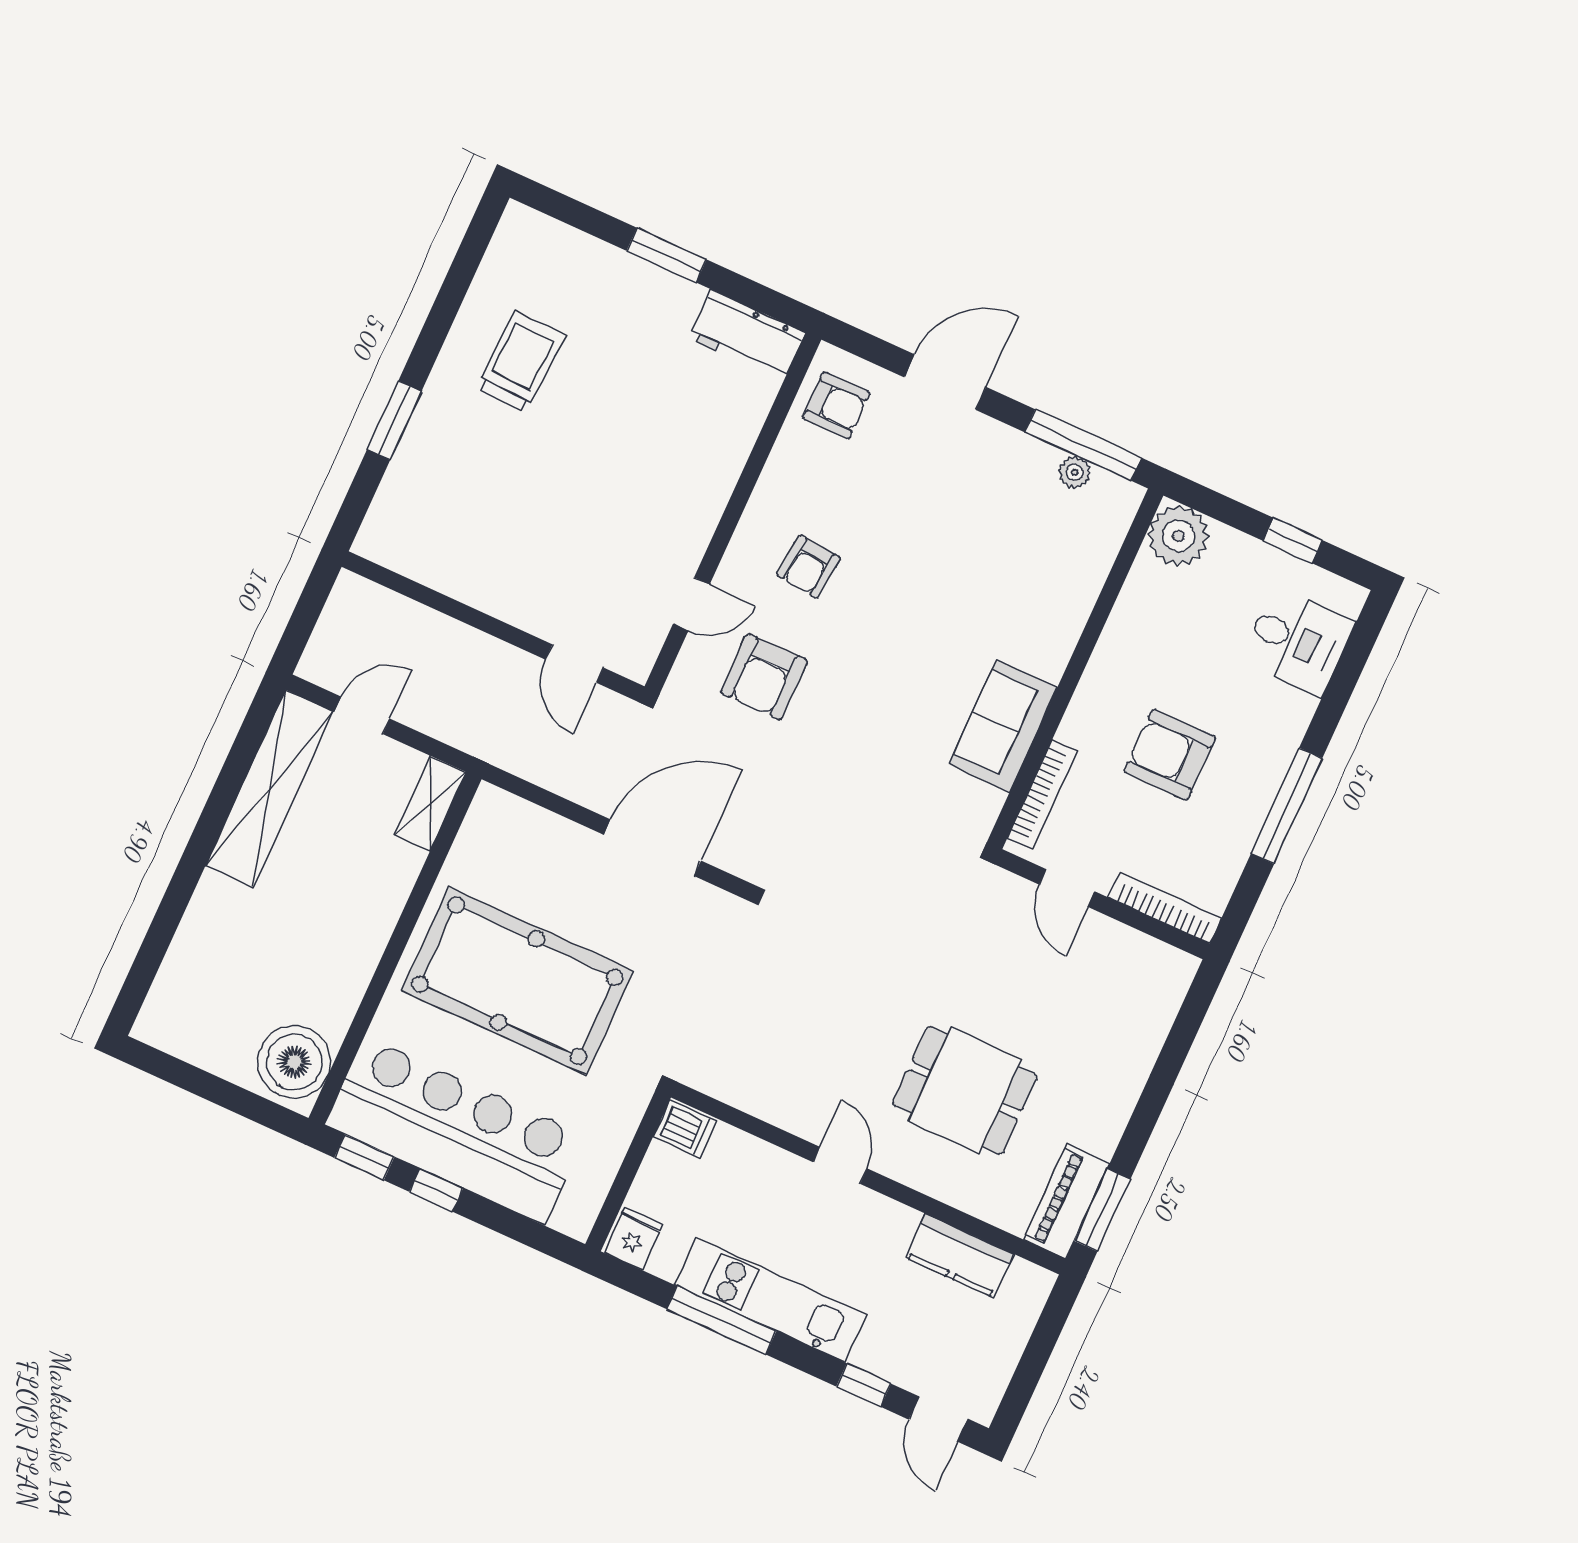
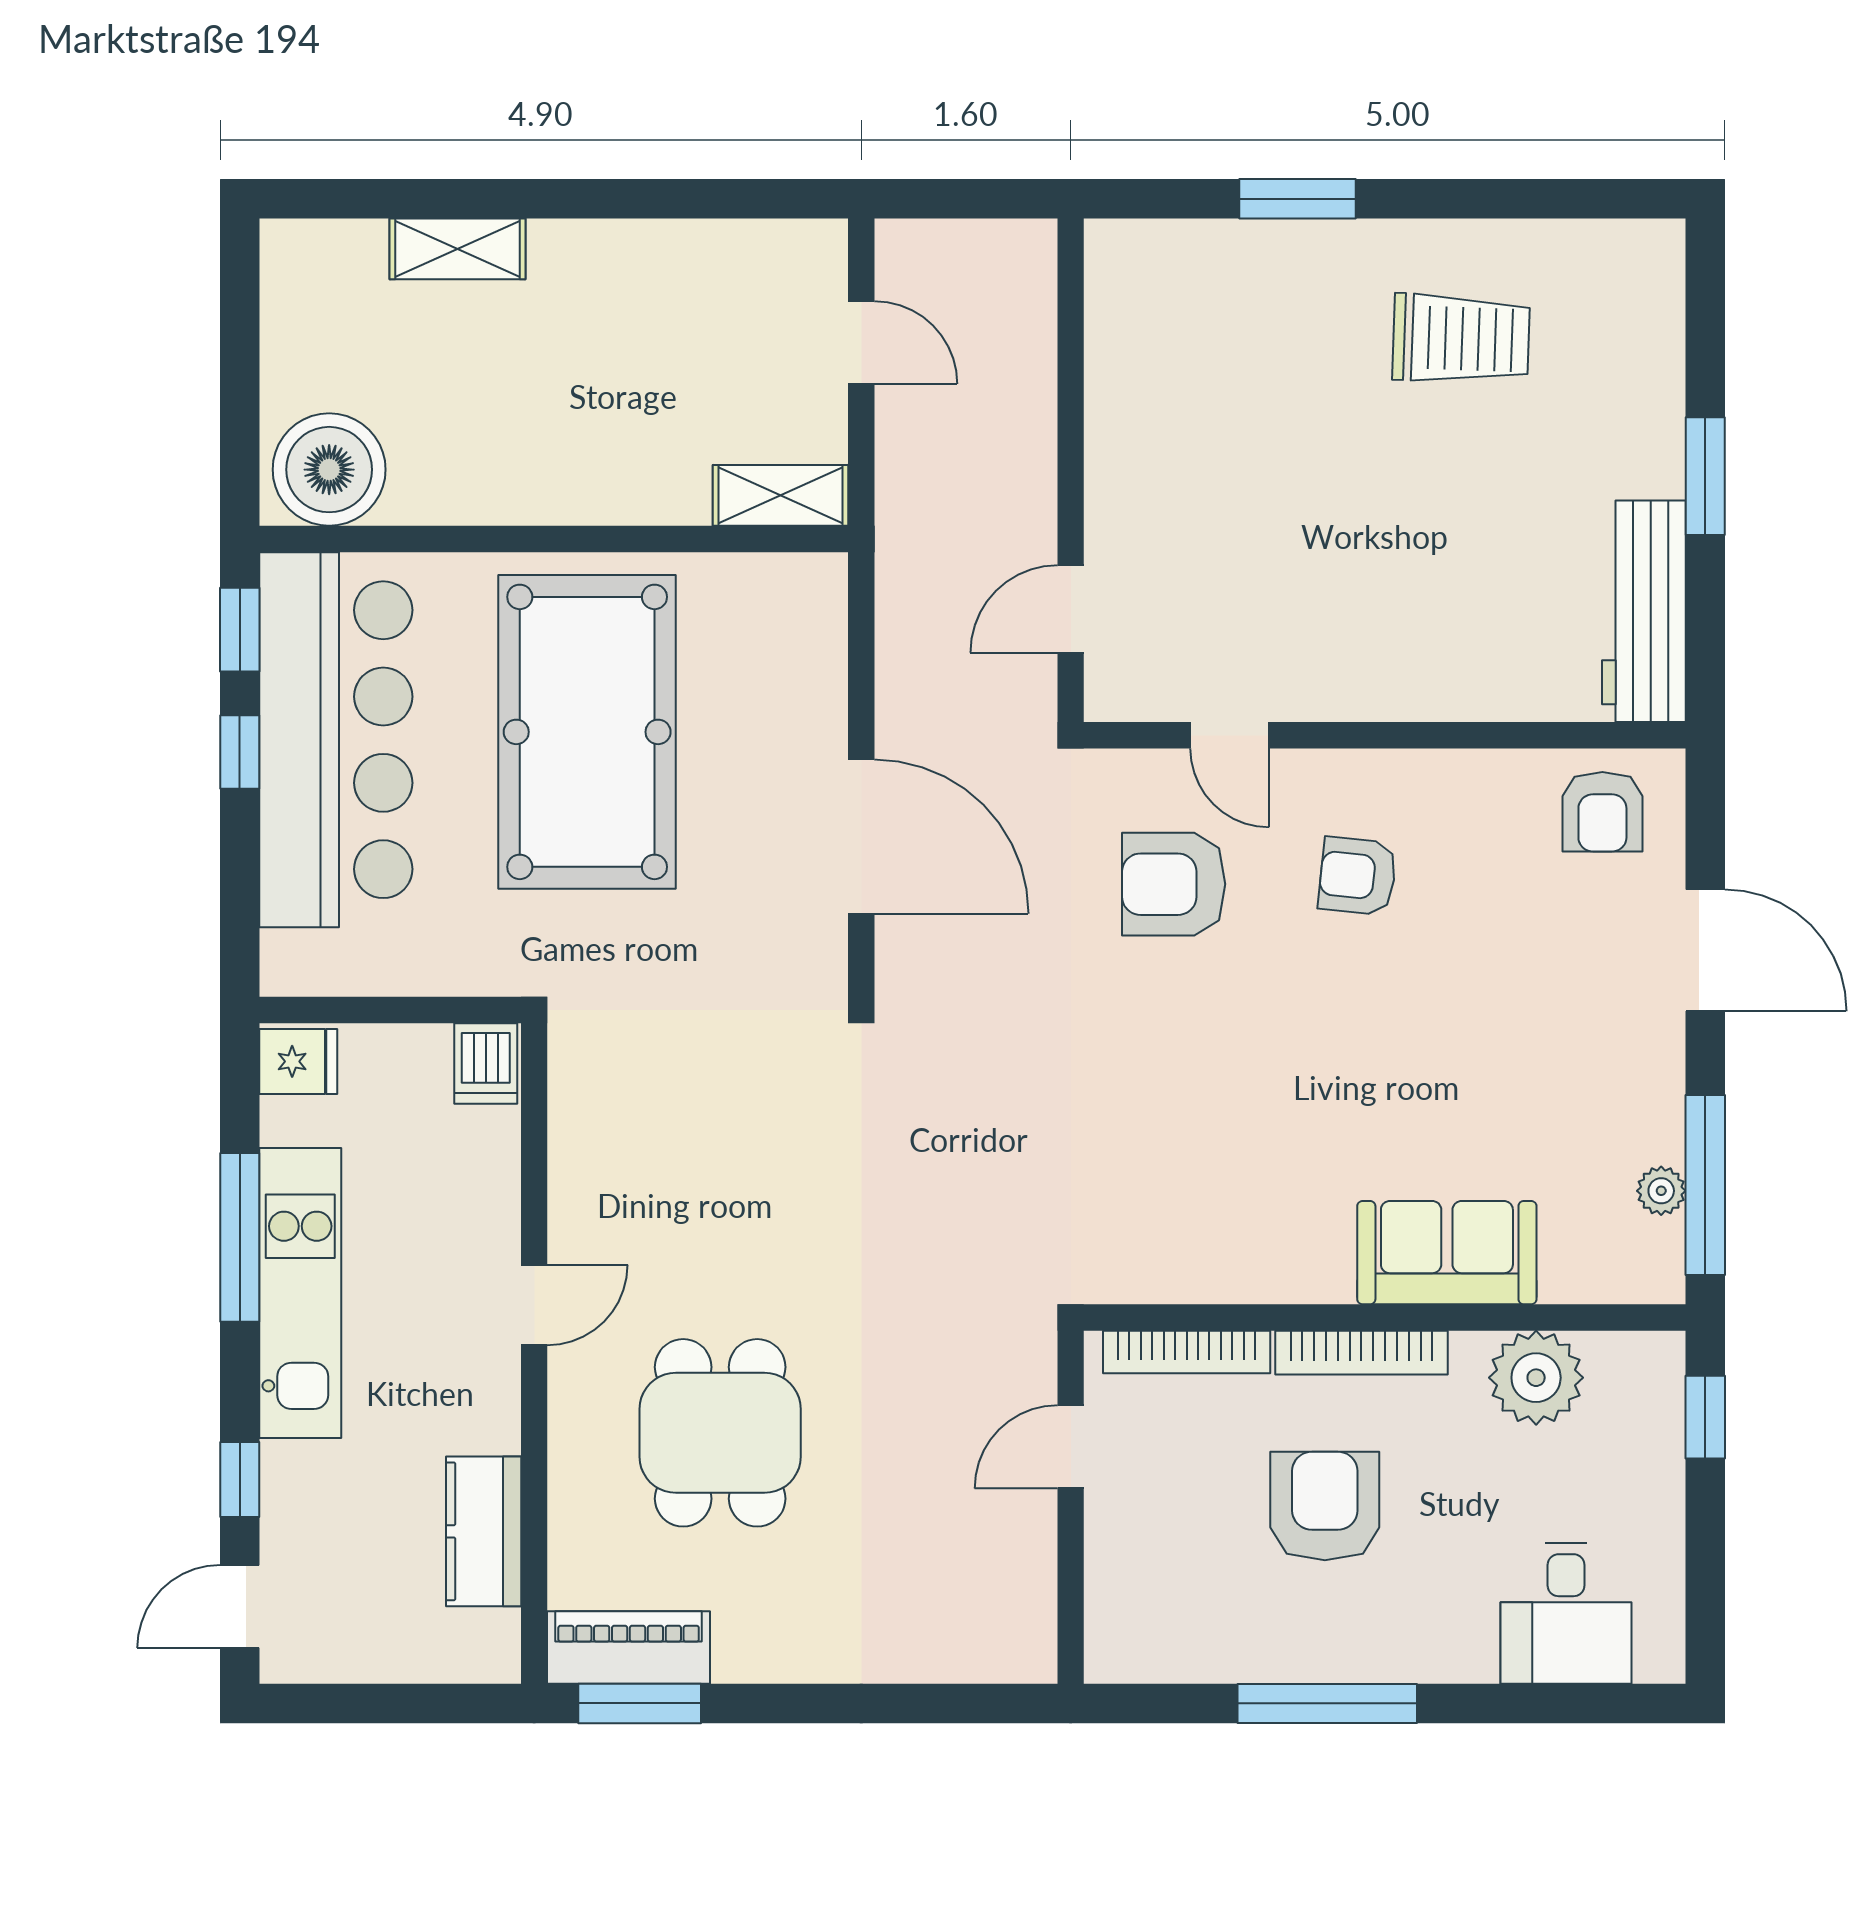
workbench: (747, 335) -> (1644, 611), width x1.38
plant: (1178, 536) -> (1536, 1378), moved
window: (1293, 541) -> (1705, 1417), moved
sofa: (1003, 726) -> (1447, 1253), moved
shelving: (269, 788) -> (458, 249), moved, width x0.45, depth x0.75
bookcase: (1165, 908) -> (1361, 1353), moved, turned 90

